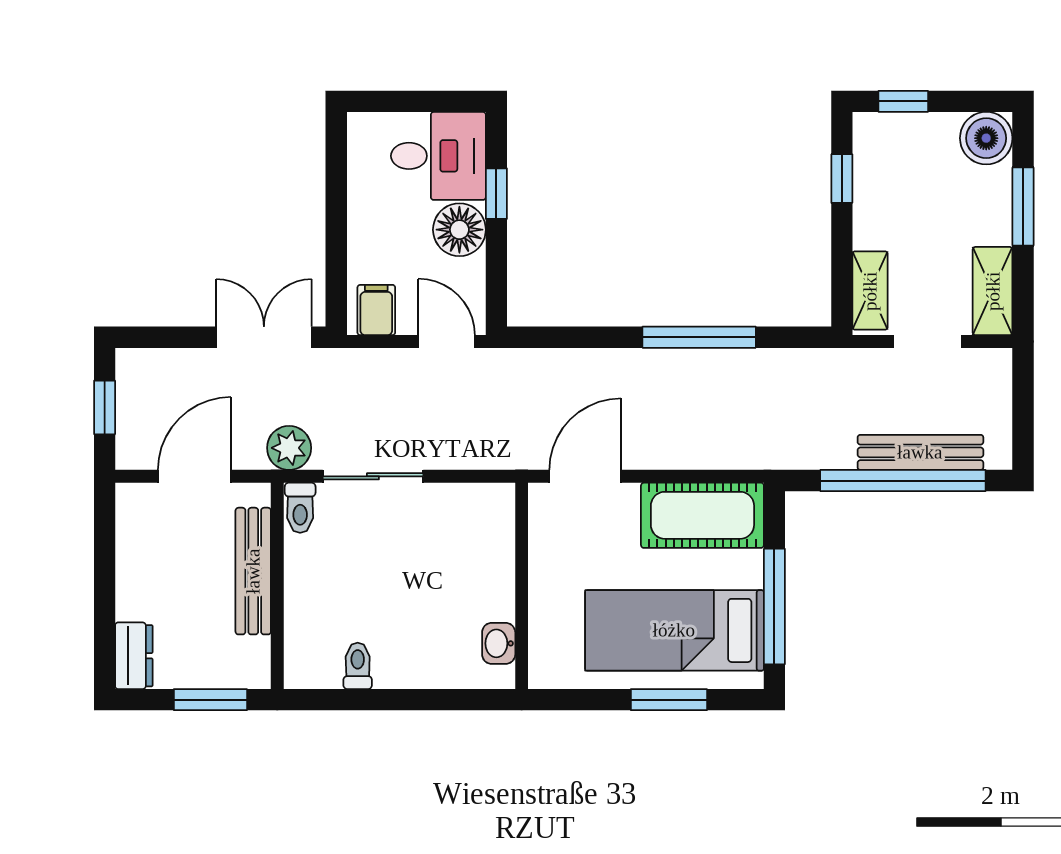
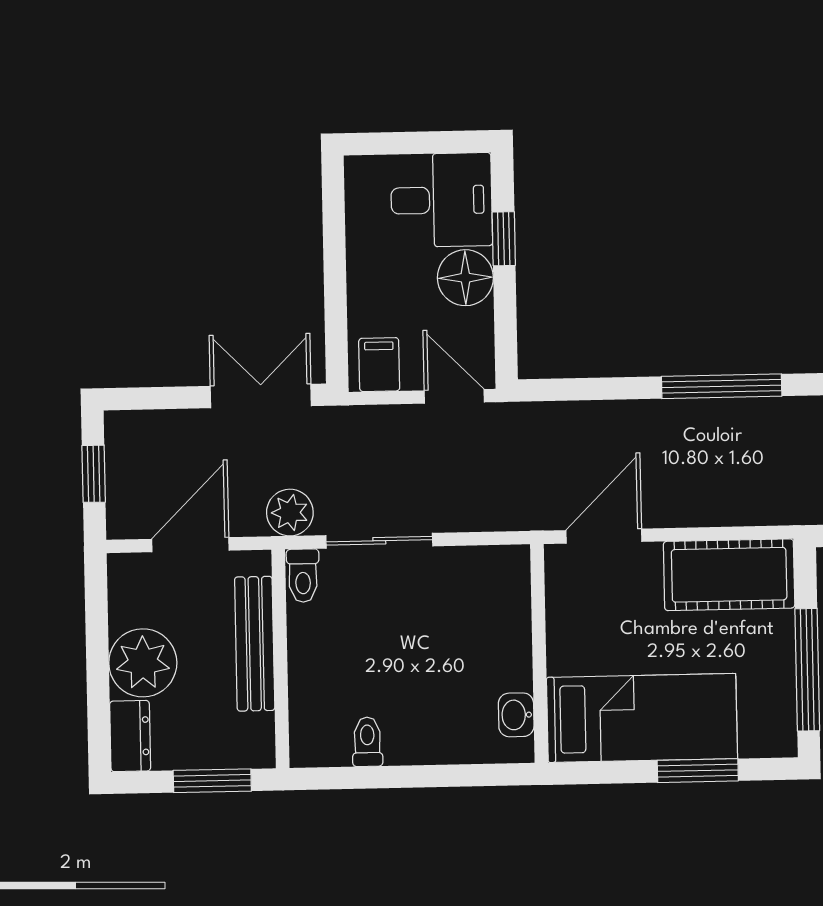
plant: (147, 587) -> (143, 663), added
bed: (674, 630) -> (642, 718), moved, turned 180

